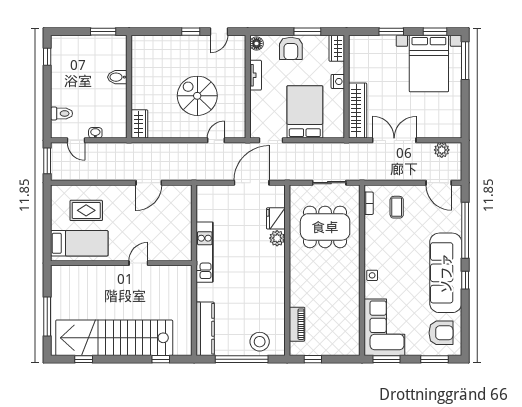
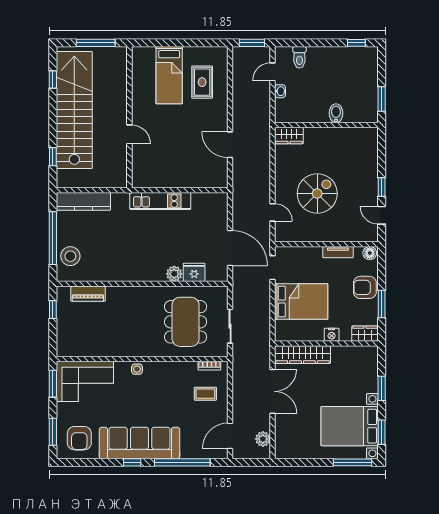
wall: (121, 263) -> (129, 117), moved
door: (138, 263) -> (129, 134), moved

